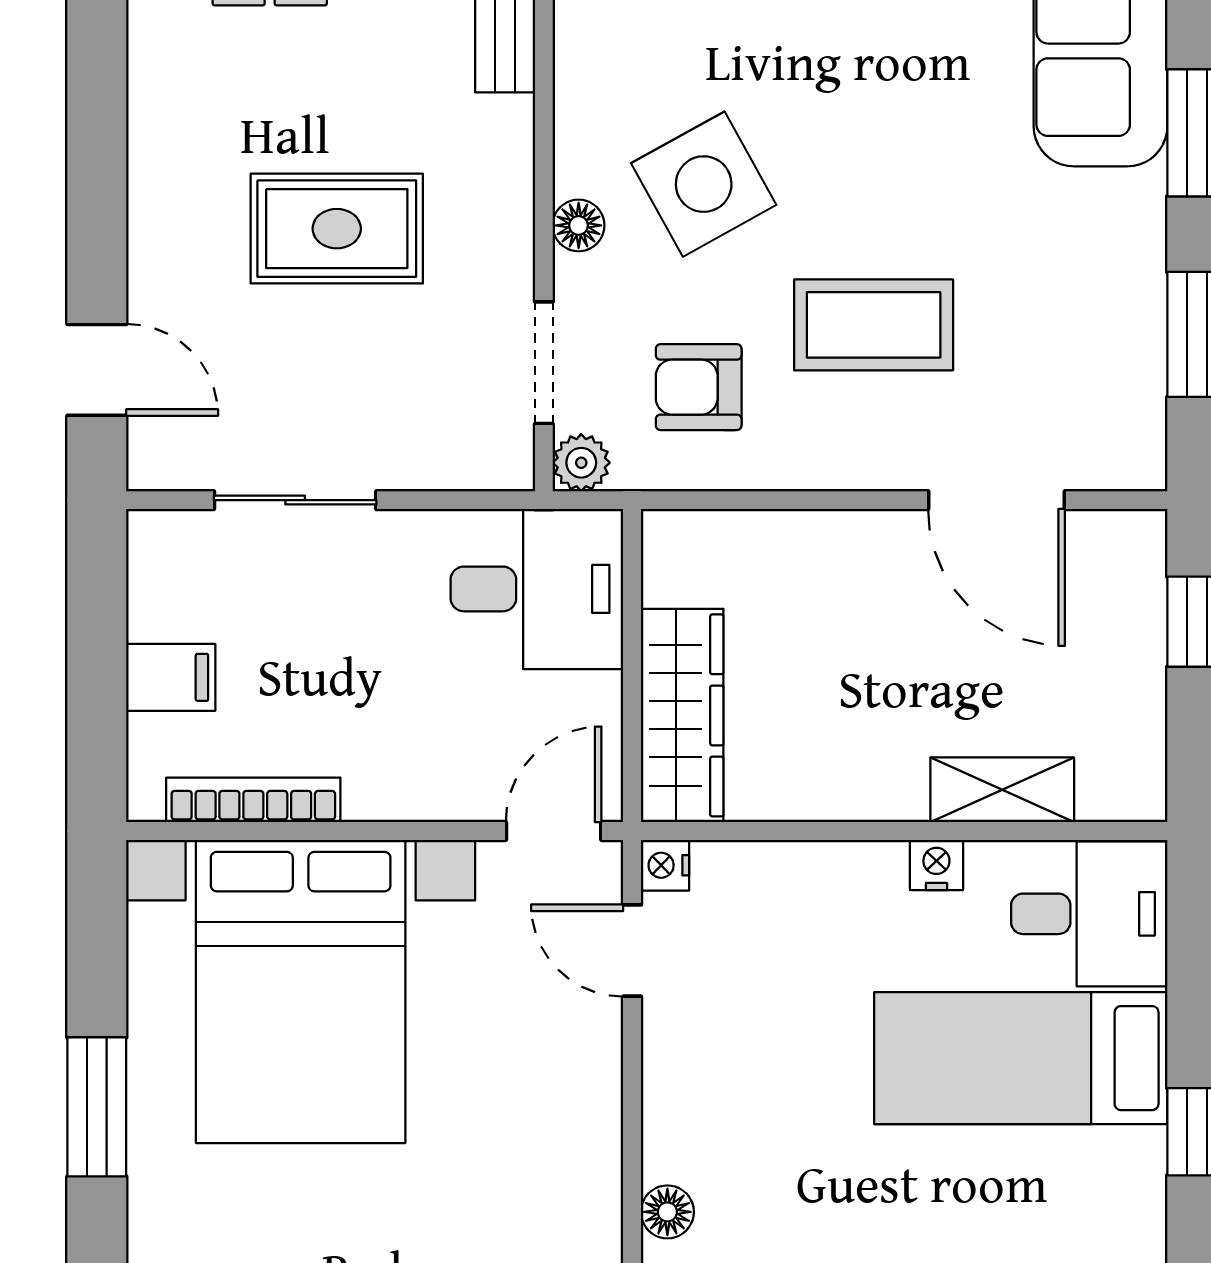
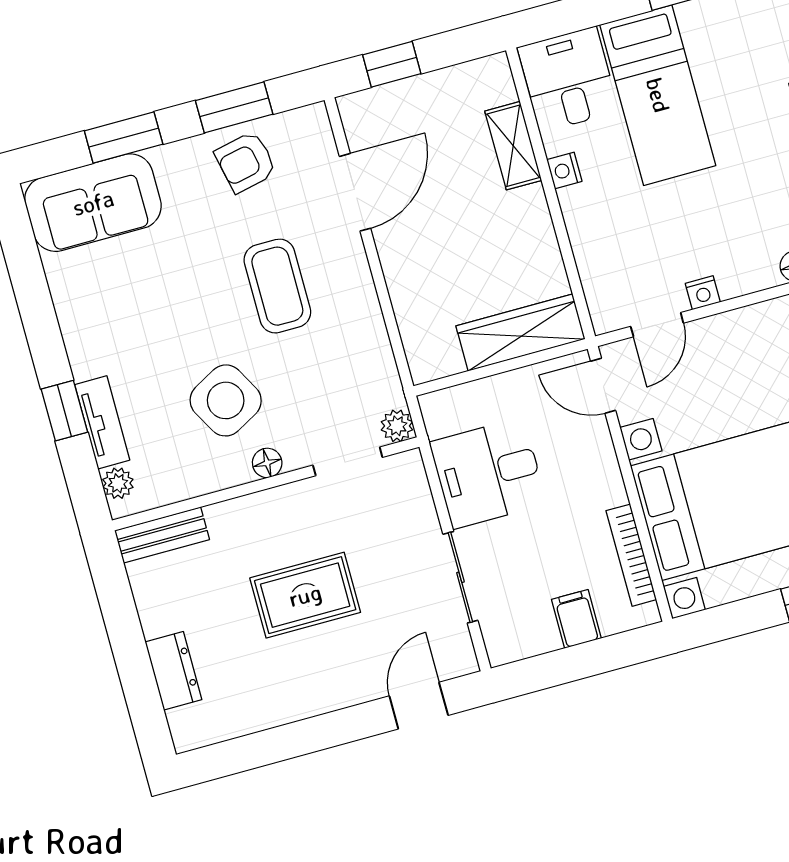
rug: (337, 229) -> (305, 595), turned 90
armchair: (699, 387) -> (246, 162), moved, turned 78
desk: (537, 589) -> (488, 473), moved, turned -90
nightstand: (665, 865) -> (703, 293), moved

